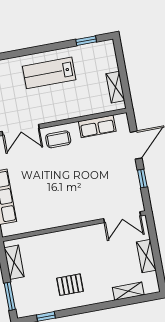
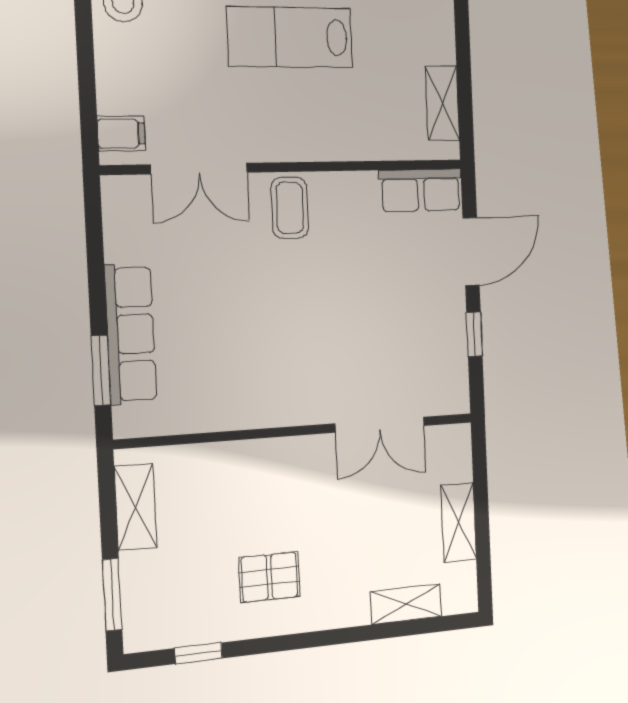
row of seats: (97, 126) -> (421, 190), moved
coffee table: (58, 139) -> (290, 208), turned 90
double door: (122, 217) -> (380, 425), moved

